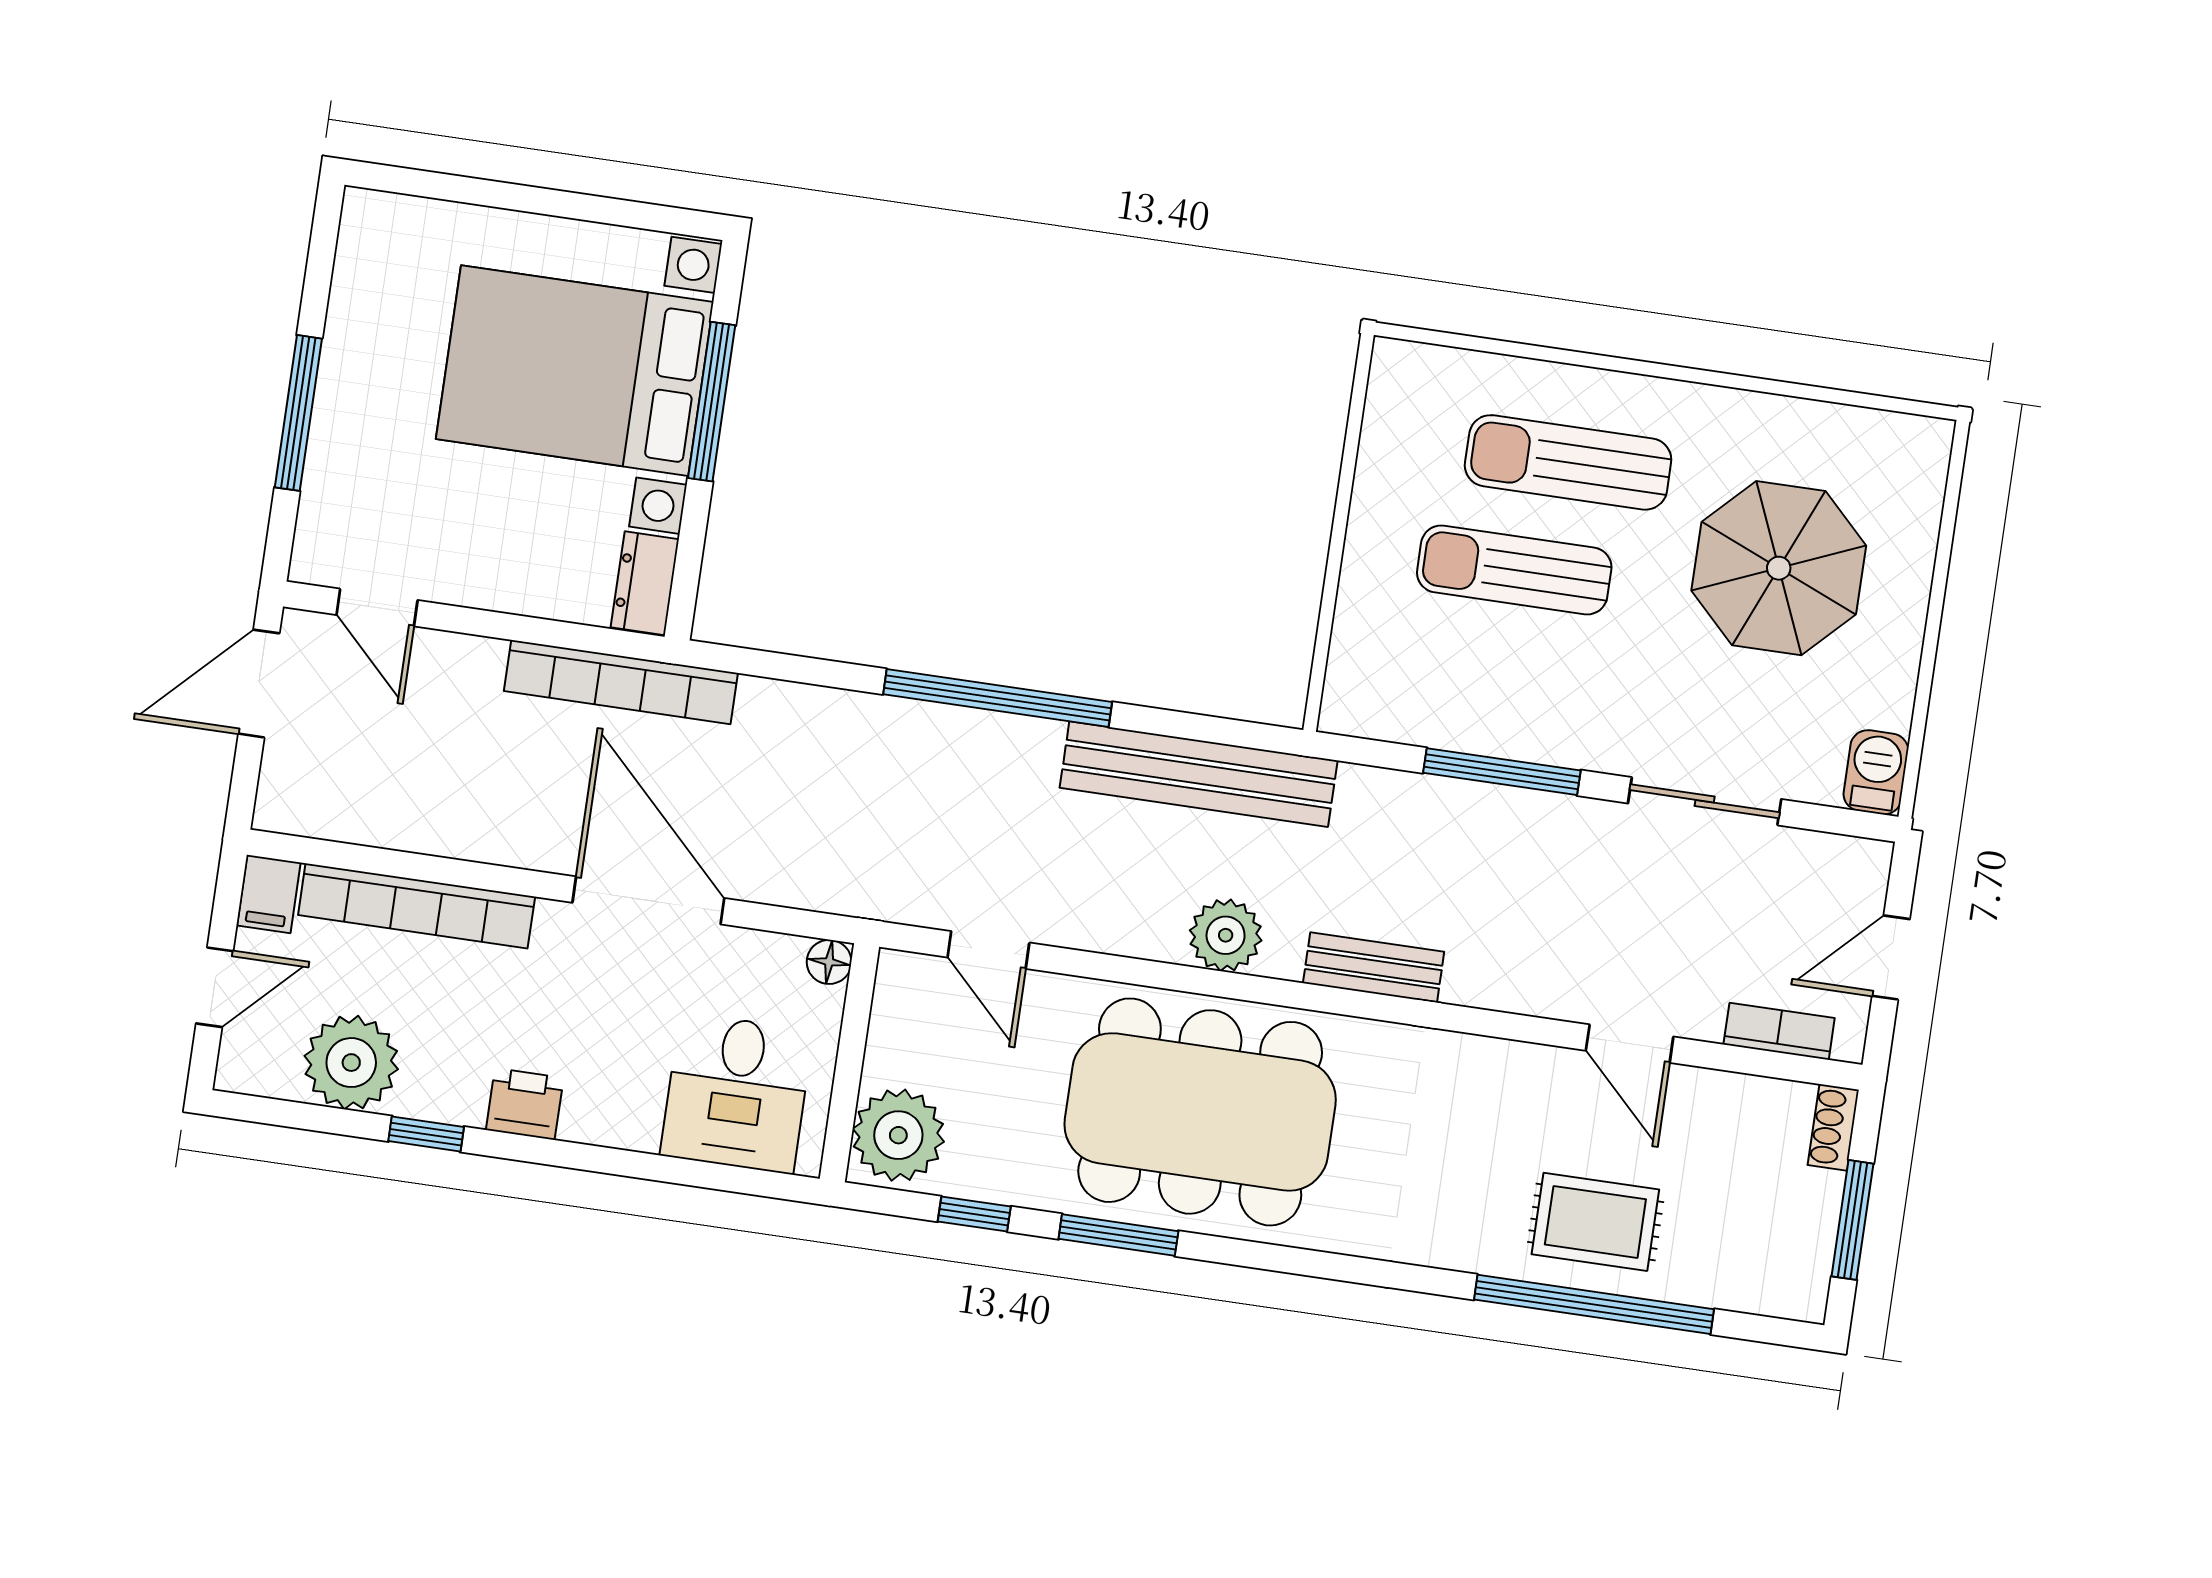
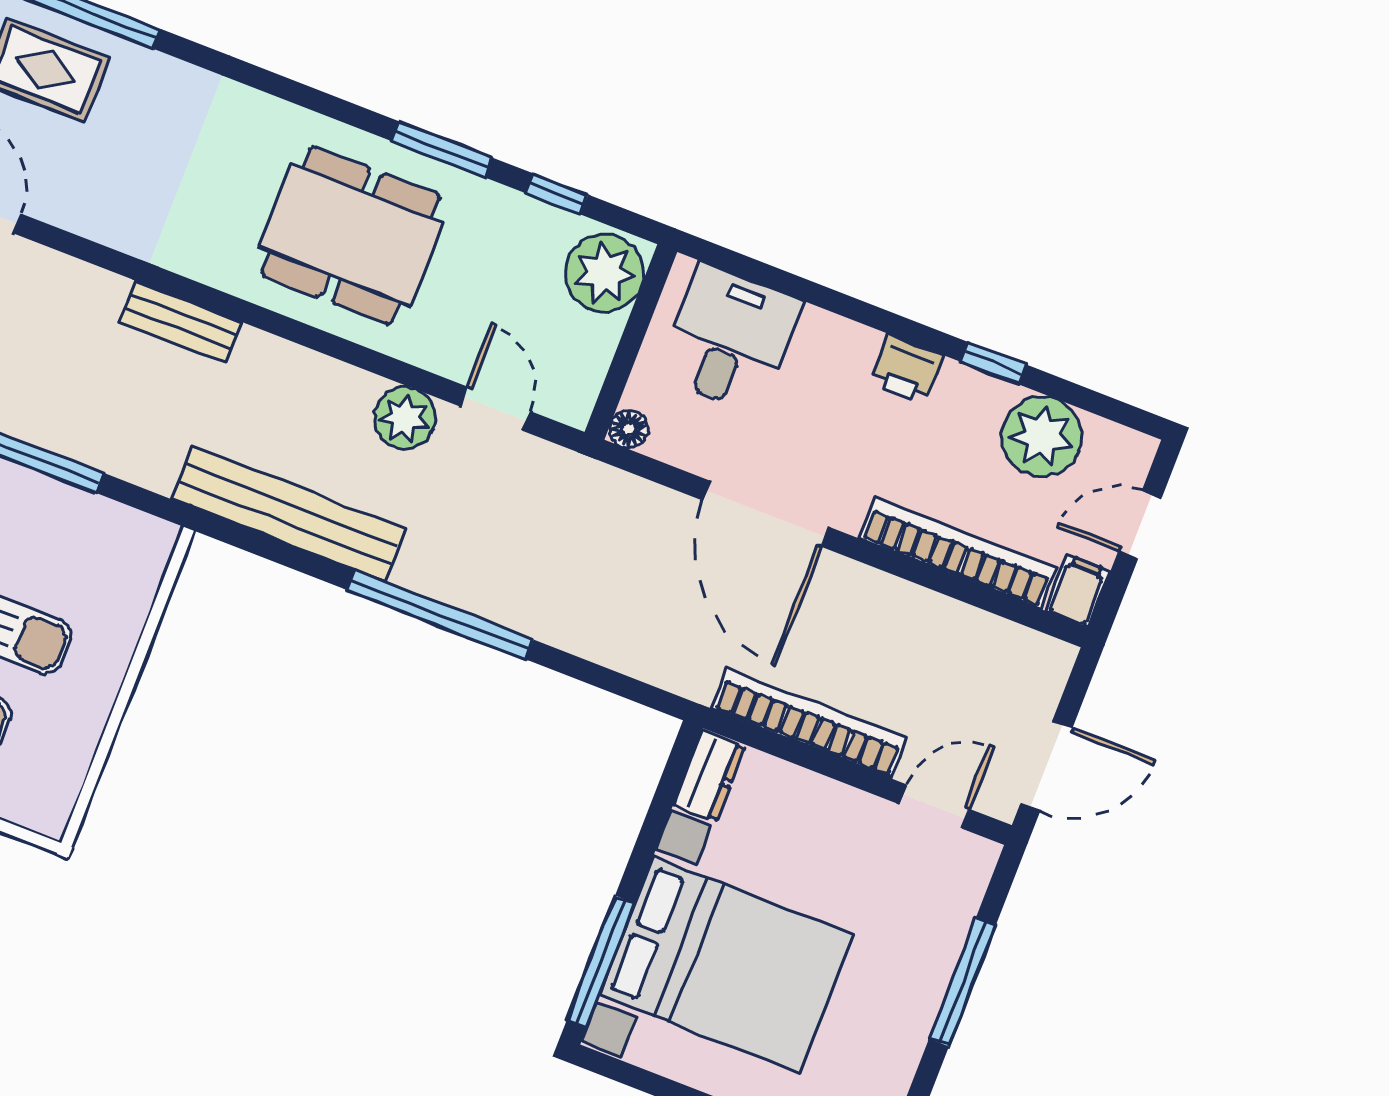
window: (712, 402) -> (601, 962), moved
door: (377, 608) -> (934, 807), hinge flipped
bookcase: (621, 682) -> (809, 723), moved
plant: (1226, 935) -> (405, 418), moved
dining table: (1200, 1112) -> (351, 235), width x0.73, depth x0.80

